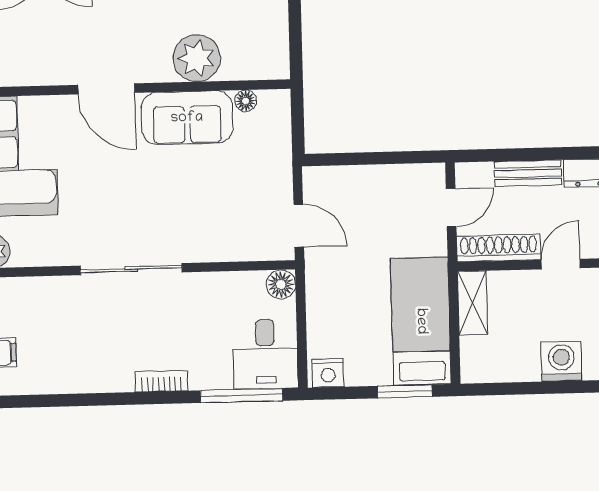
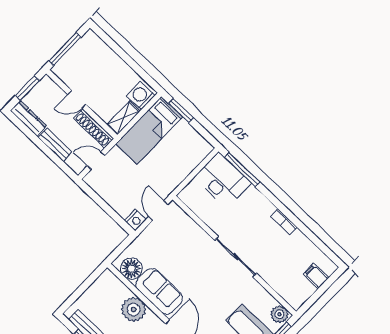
floor lamp: (246, 101) -> (131, 269), width x1.89, depth x1.89
floor lamp: (281, 284) -> (187, 196), removed
desk: (265, 354) -> (223, 180), width x1.37
washing machine: (561, 361) -> (141, 96), moved, turned 90
nightstand: (328, 373) -> (135, 220), moved, turned 90
bookcase: (161, 381) -> (284, 222), moved

